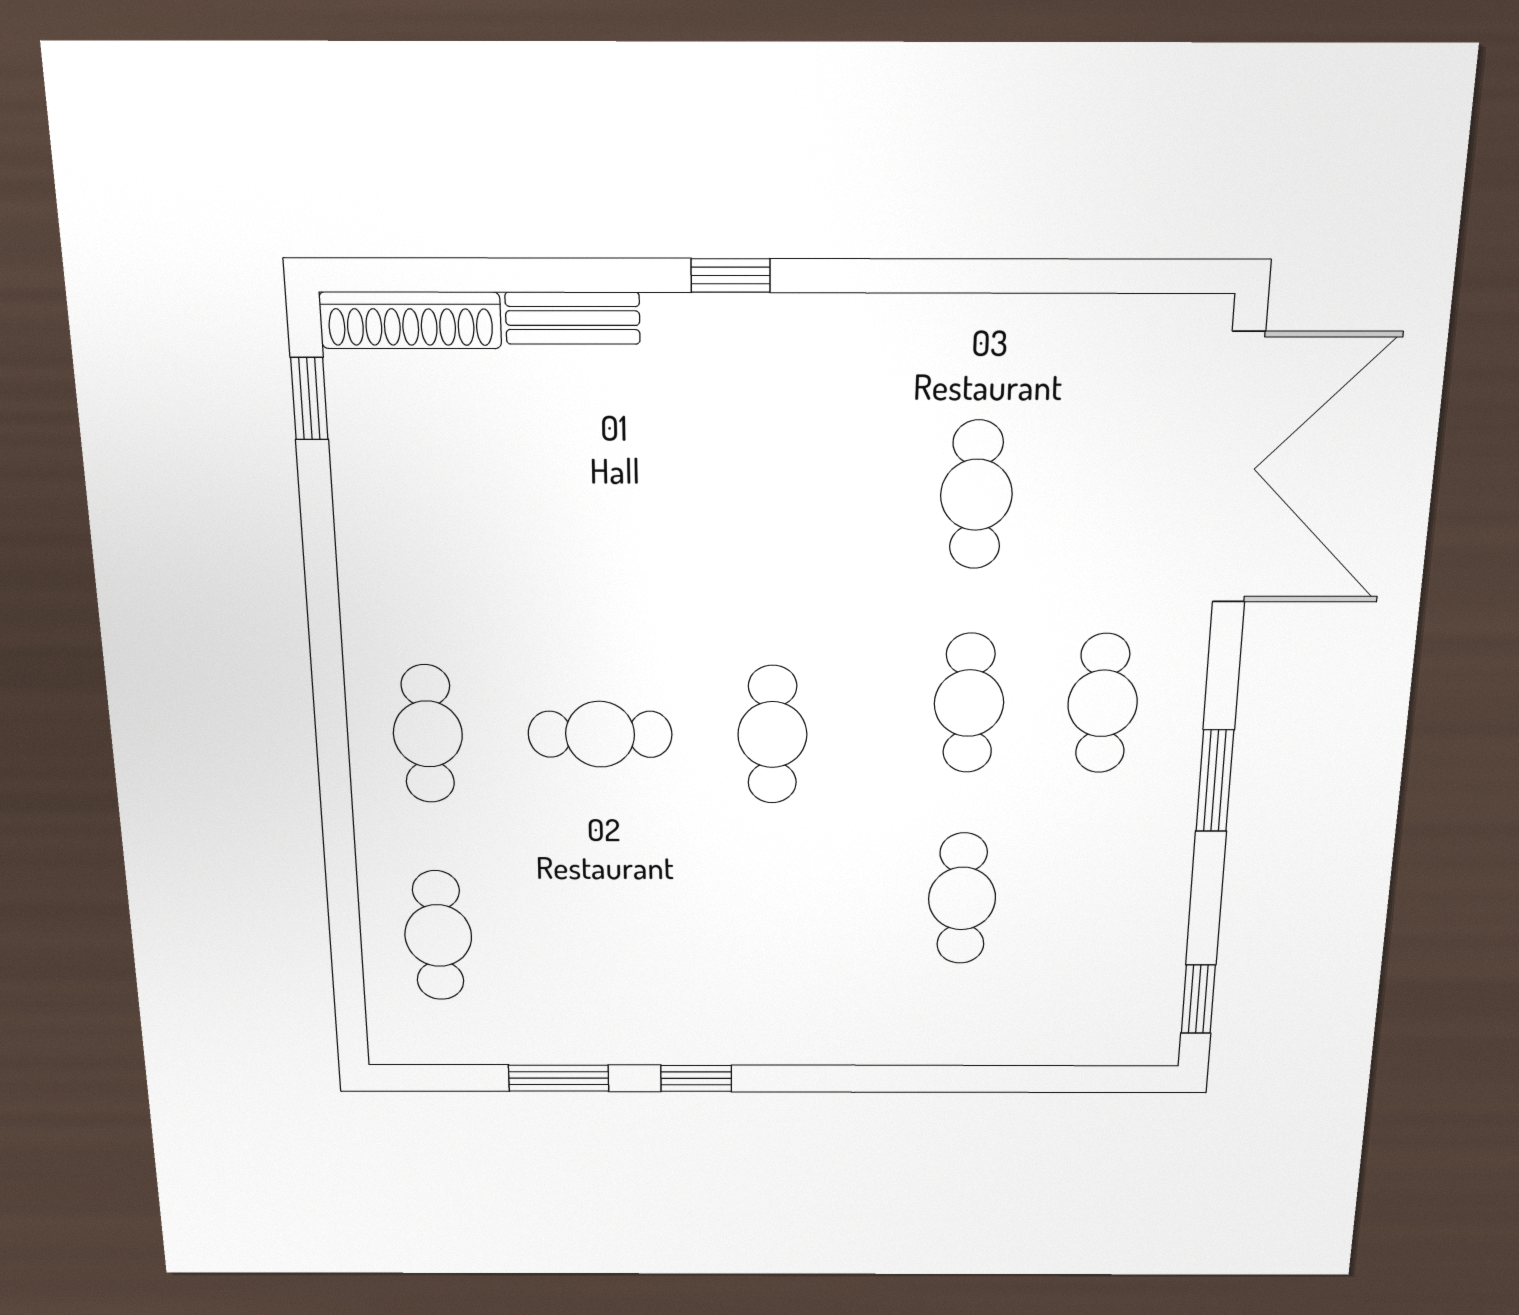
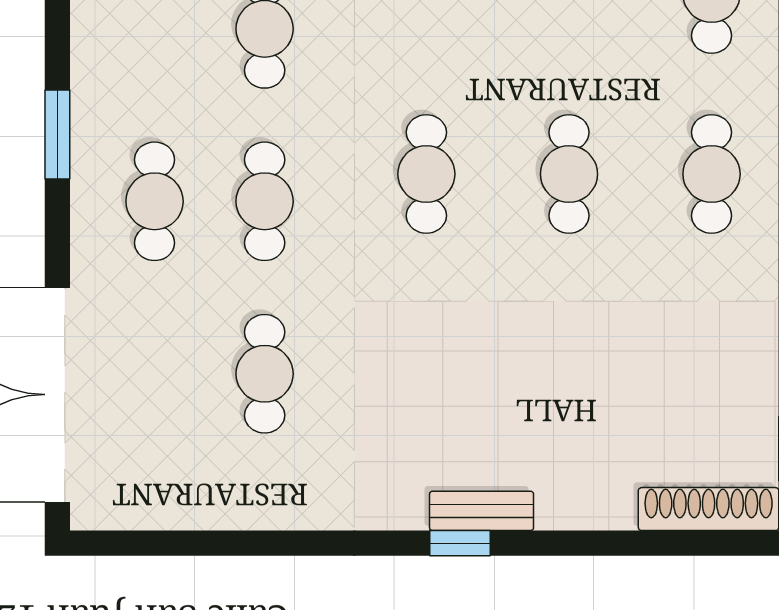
bench: (573, 318) -> (482, 511), moved
cafe table: (600, 734) -> (569, 174), turned 90

